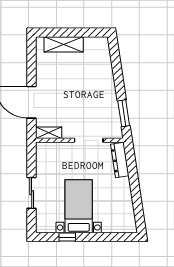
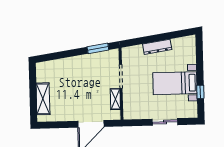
shelving: (49, 133) -> (115, 99), moved
dresser: (120, 160) -> (157, 47), moved

